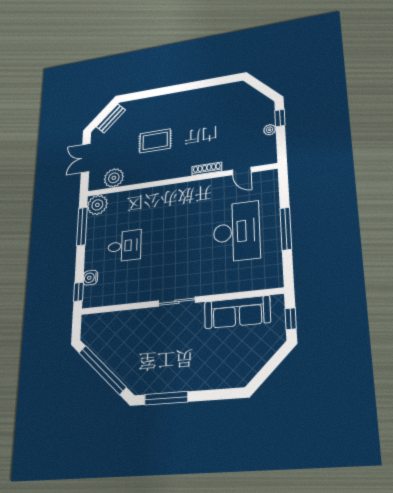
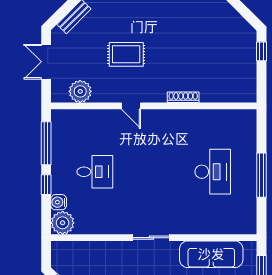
plant: (270, 130) -> (250, 63), removed
door: (242, 171) -> (131, 106), moved
plant: (97, 205) -> (63, 223), moved
desk: (237, 232) -> (213, 172), width x0.73, depth x0.77
window: (78, 292) -> (46, 185), moved

